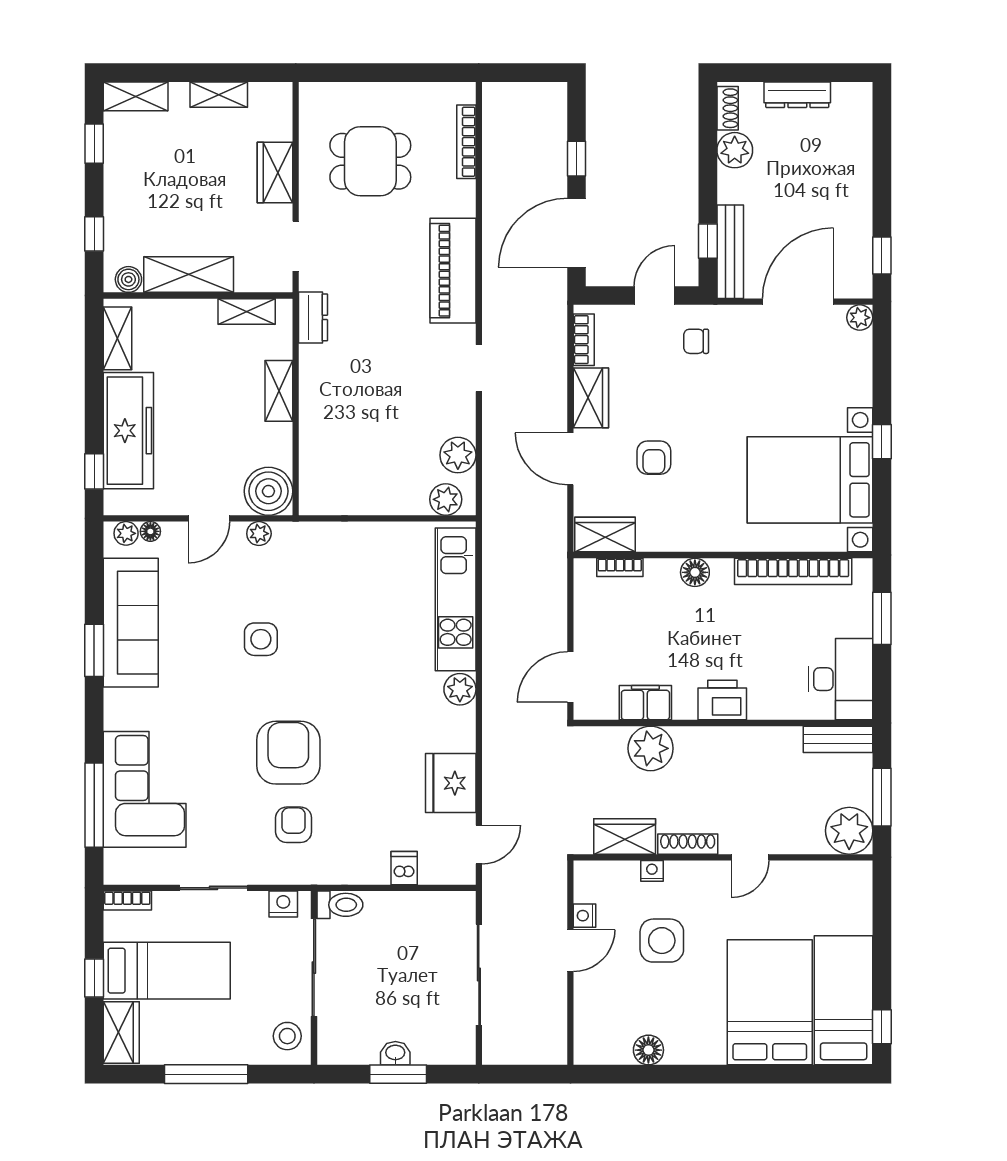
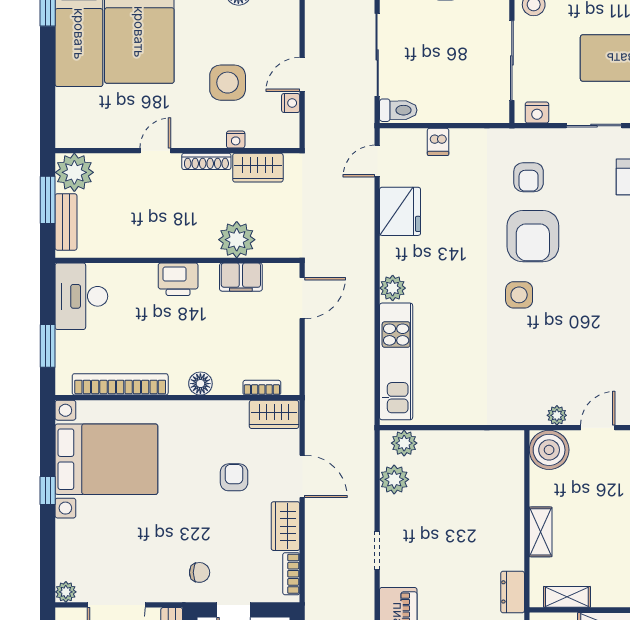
side table: (261, 639) -> (519, 295), moved
bench: (838, 739) -> (66, 222), moved, turned 90
toilet: (340, 905) -> (398, 110), moved, turned 180

